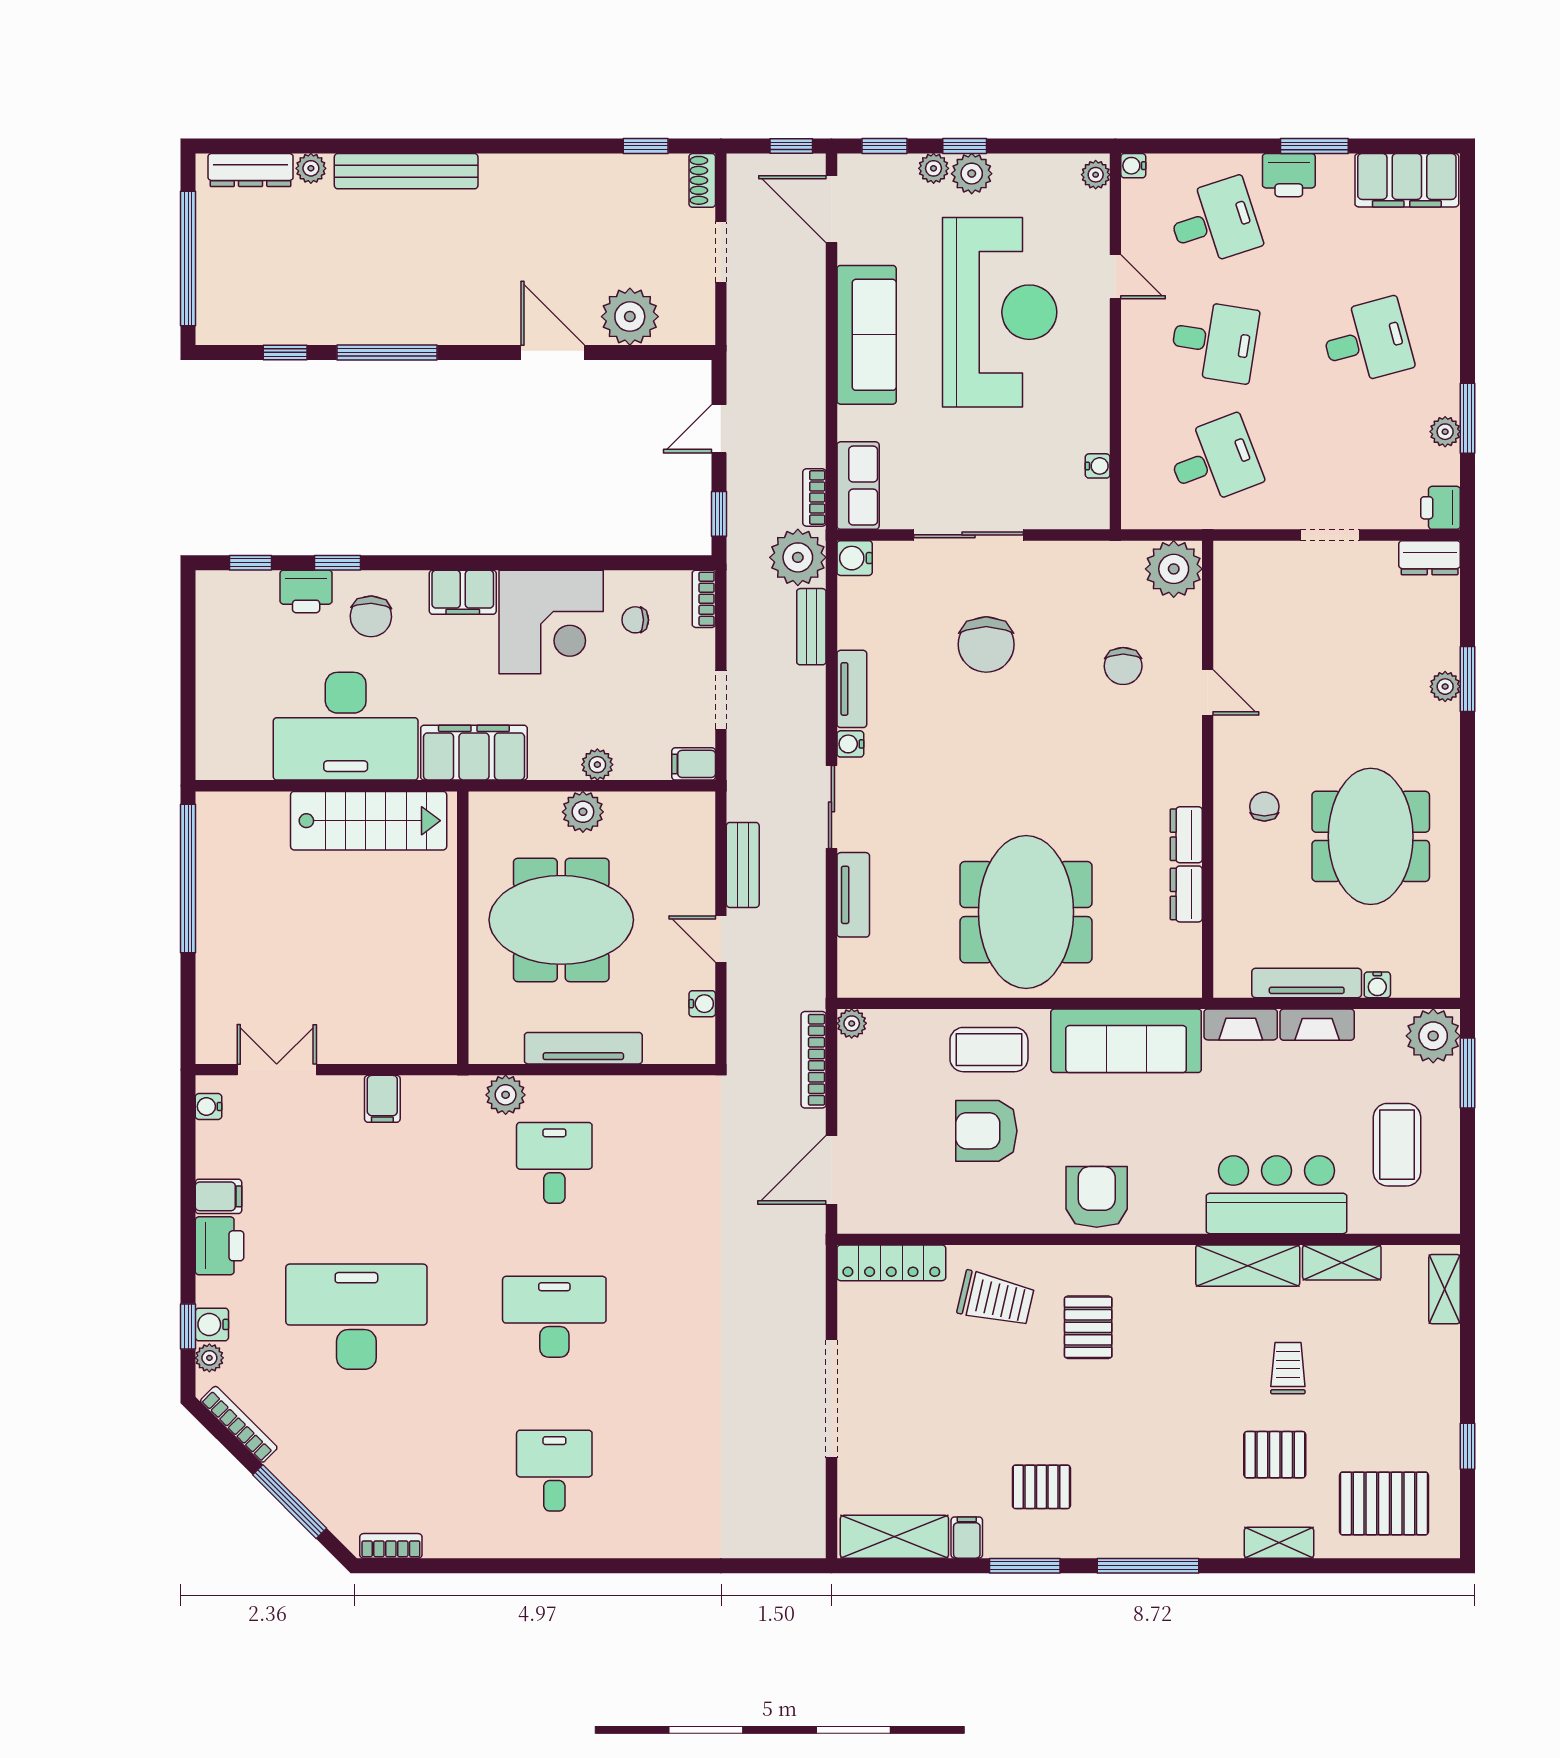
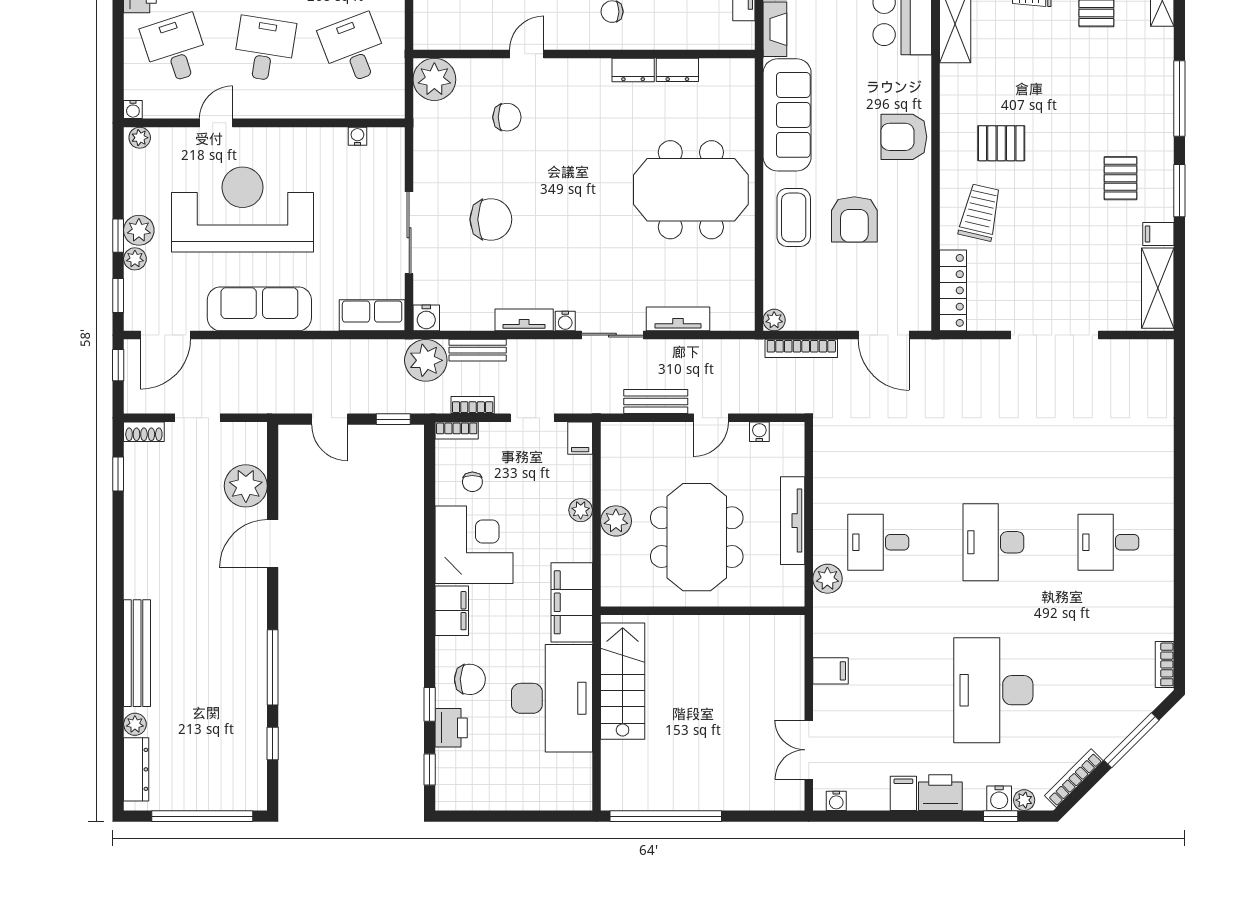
bookcase: (814, 497) -> (473, 405), moved, turned 180

